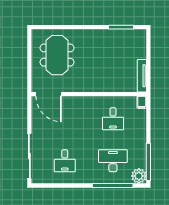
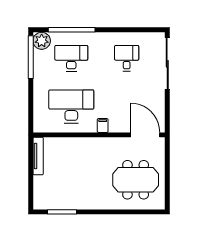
meeting table: (57, 55) -> (136, 180), turned 90
filing cabinet: (142, 102) -> (103, 126), moved
desk: (113, 119) -> (71, 106), width x1.87, depth x1.30
desk: (113, 161) -> (71, 58), turned 180

